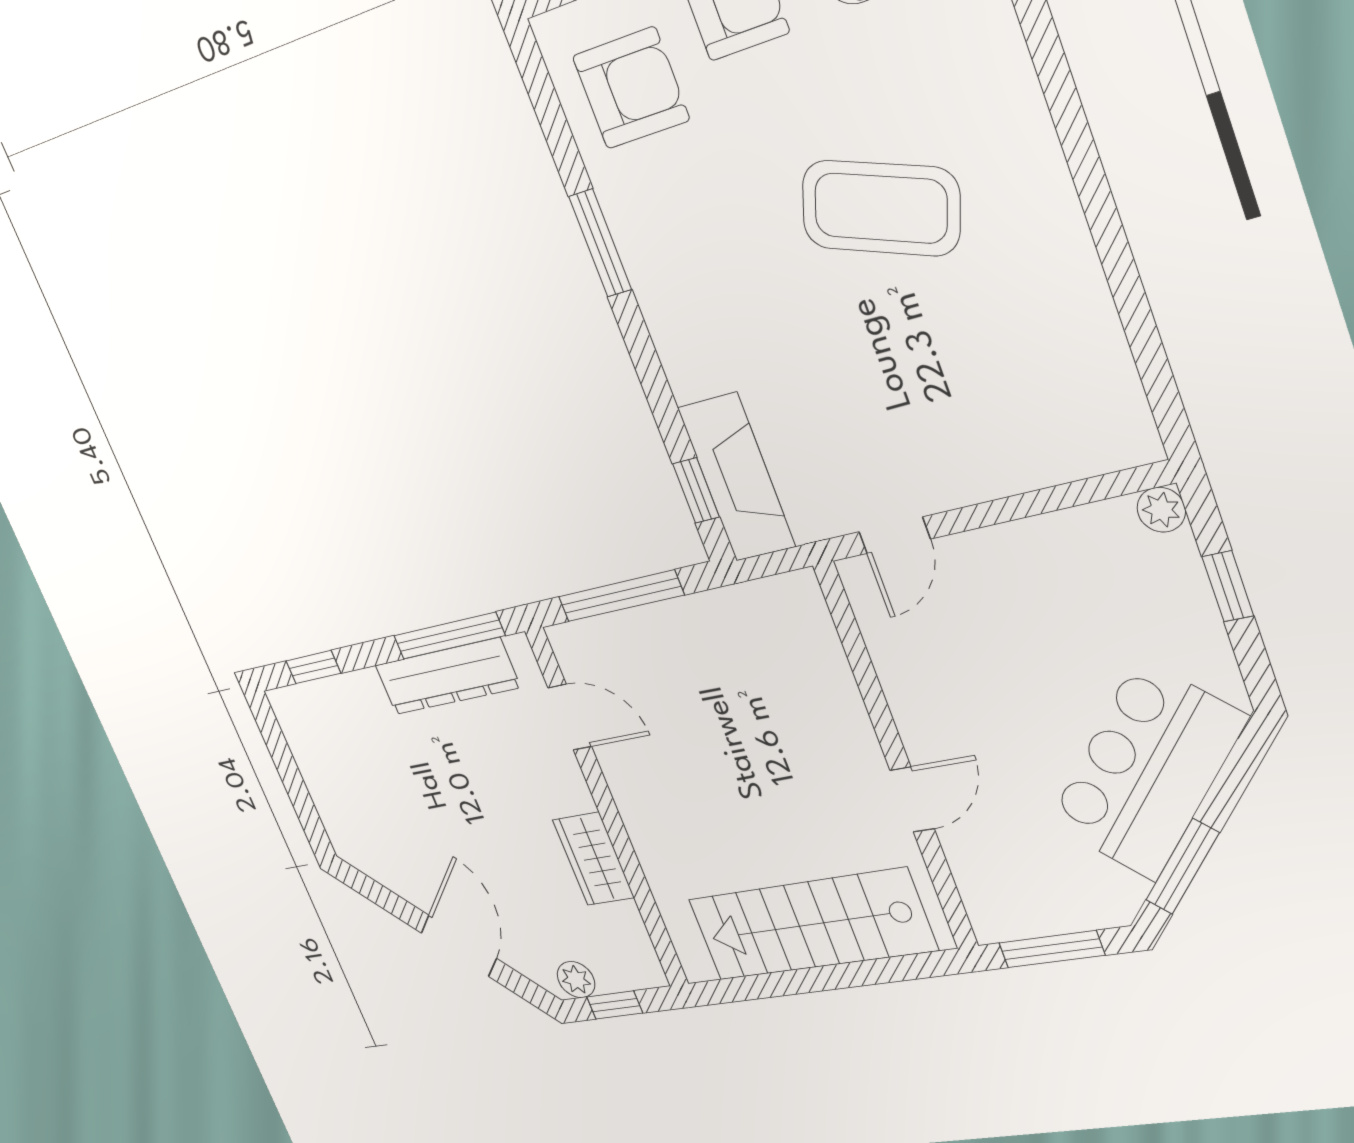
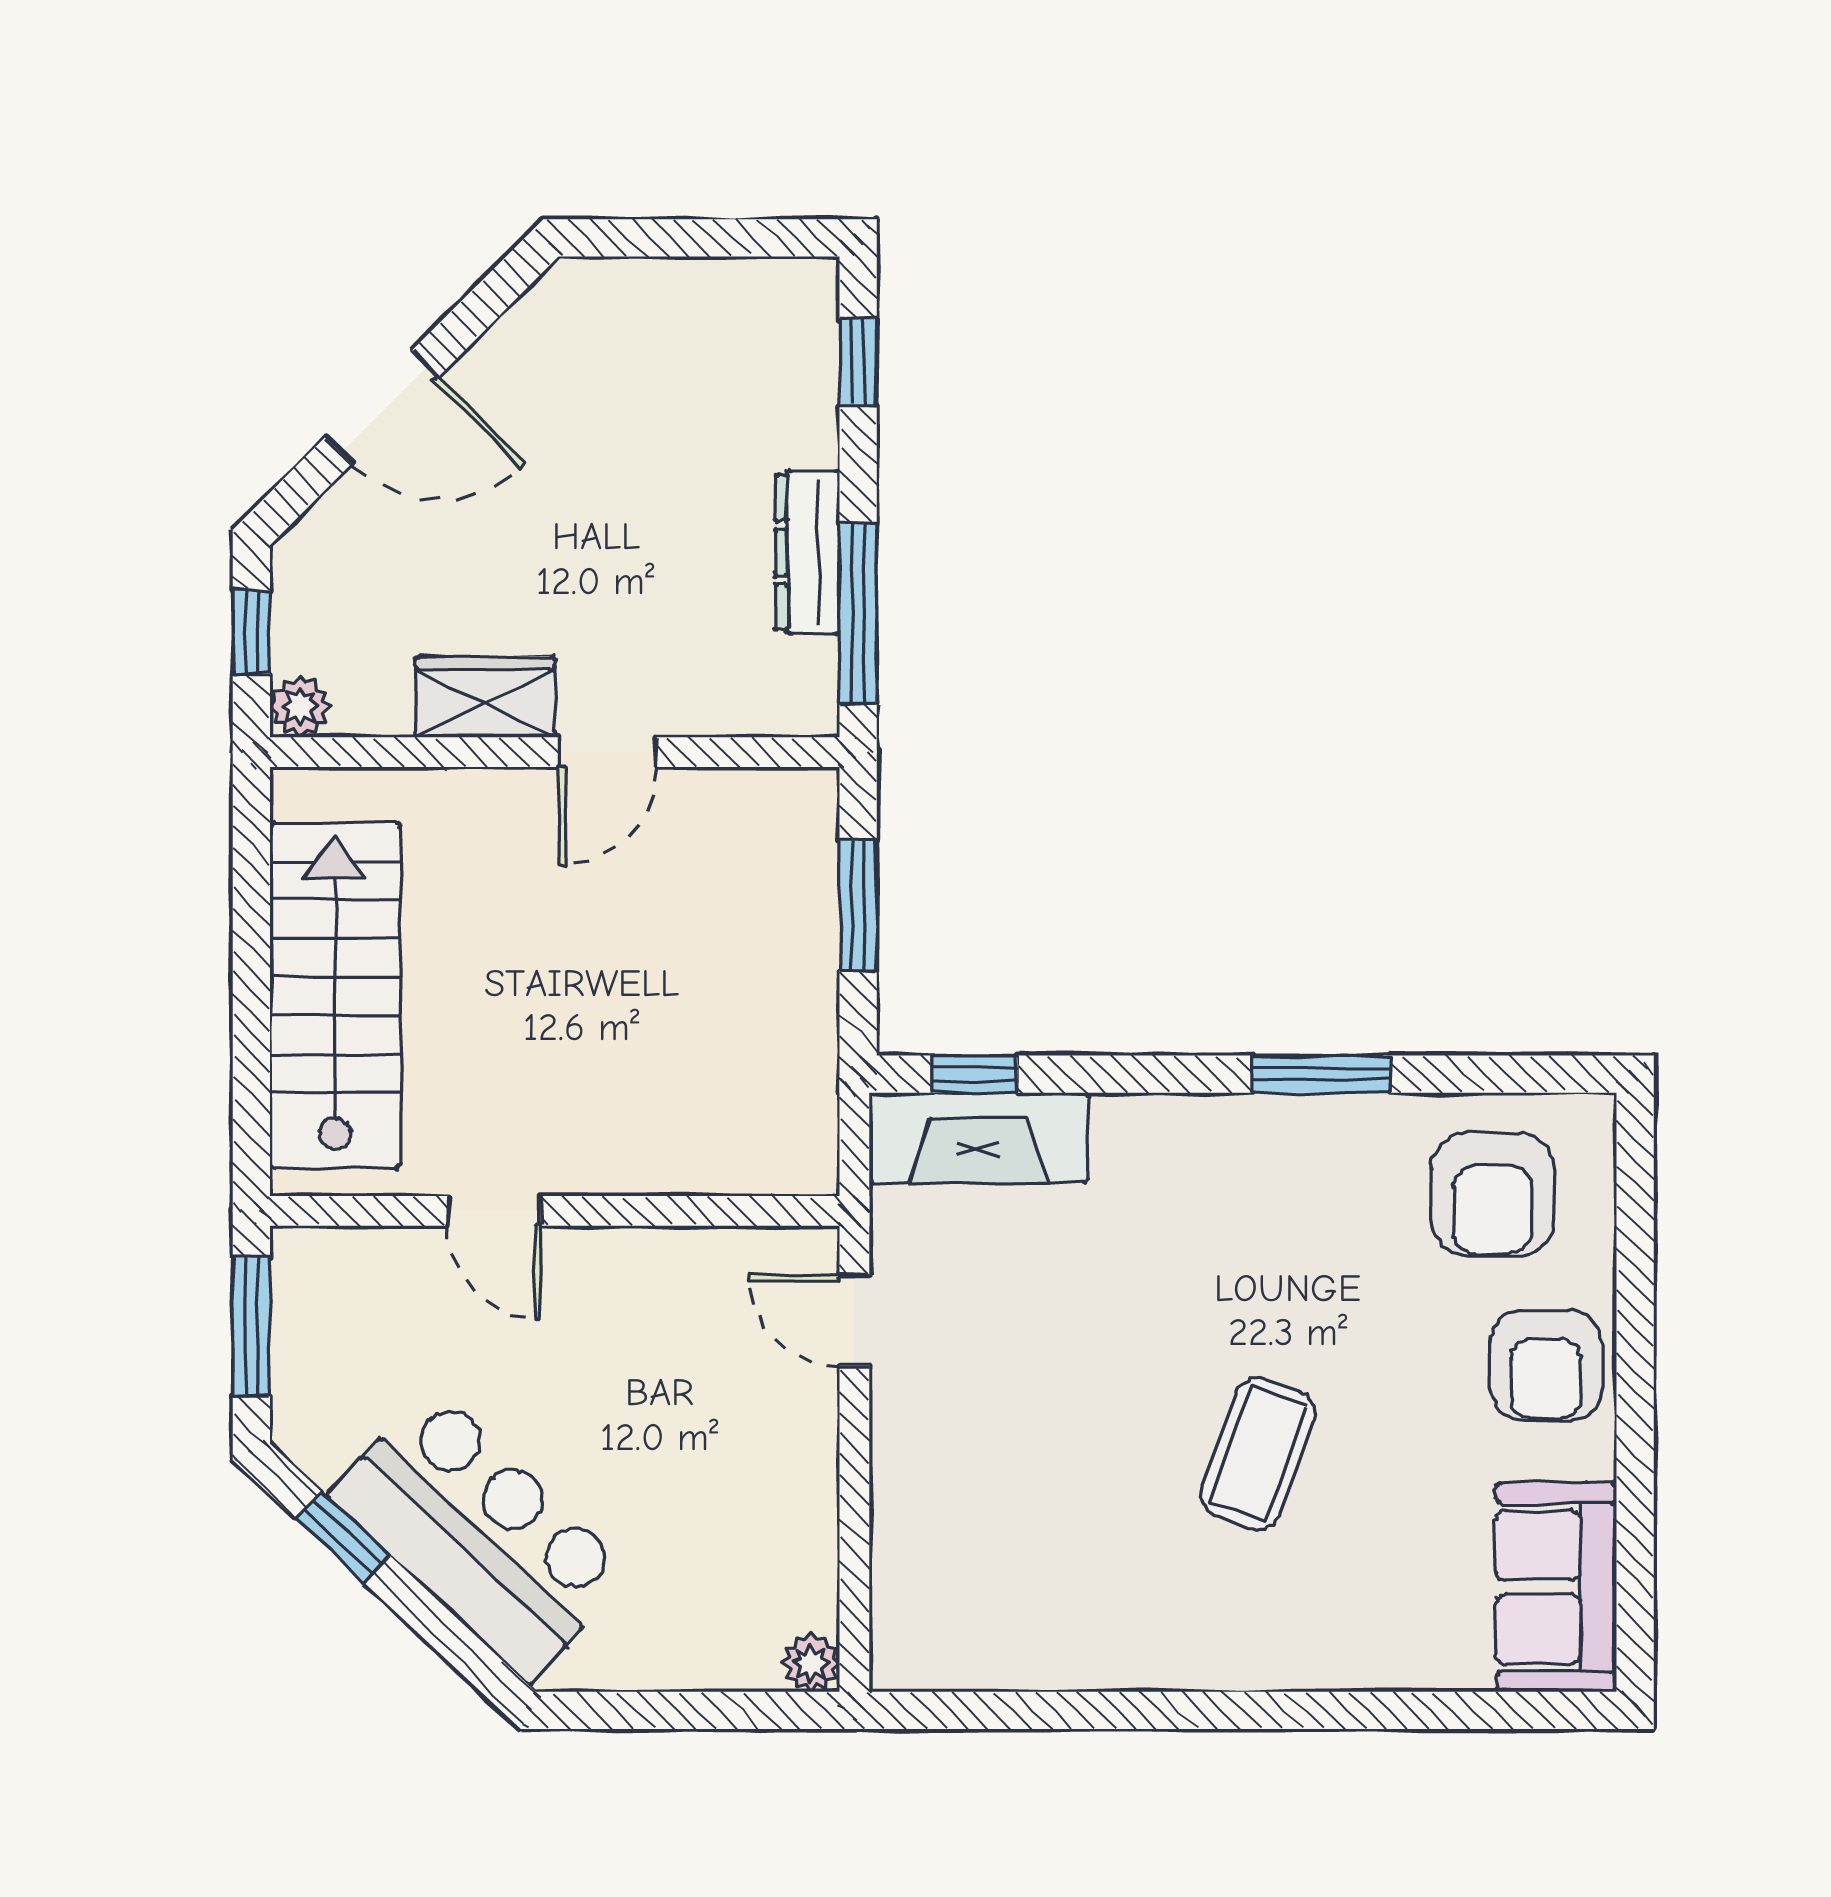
coffee table: (881, 208) -> (1258, 1454), width x0.73, depth x0.76
window: (1228, 586) -> (699, 1710), removed
window: (621, 596) -> (858, 905), width x0.69
dresser: (447, 676) -> (808, 552), width x0.73, depth x0.80
door: (570, 717) -> (608, 752), moved
window: (1182, 867) -> (343, 1537), width x0.67
plant: (576, 980) -> (300, 707), moved

